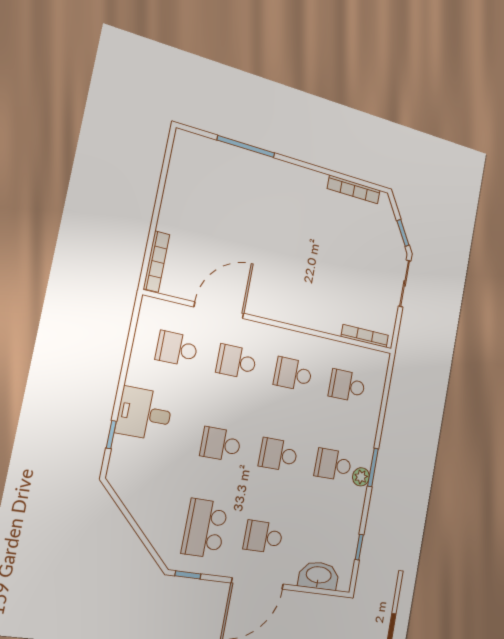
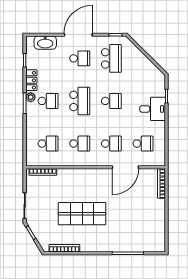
shop shelf: (313, 243) -> (82, 214), added
school desk: (278, 455) -> (80, 101), width x1.85
locker: (354, 508) -> (31, 80), added

